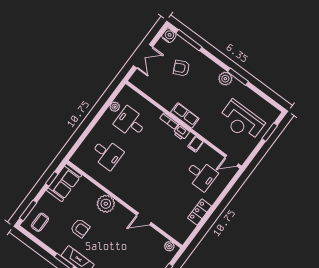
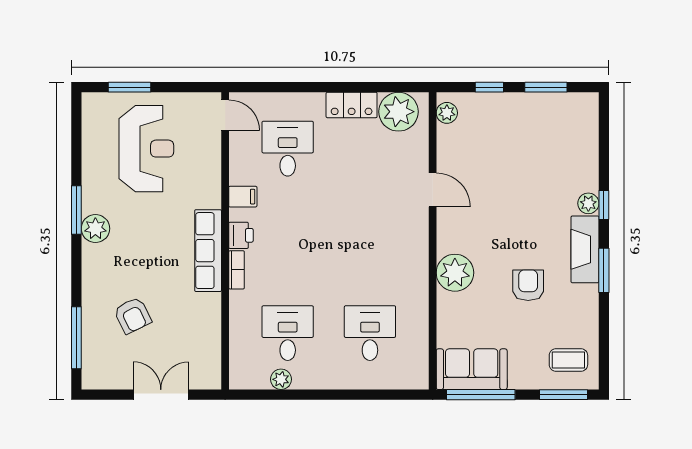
water cooler: (169, 36) -> (94, 377), removed
row of seats: (185, 115) -> (208, 251), width x1.48
desk: (130, 122) -> (288, 333), turned 180
window: (52, 179) -> (481, 395), width x2.17
plant: (184, 228) -> (399, 112), added

